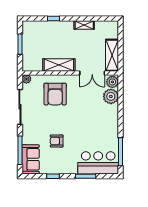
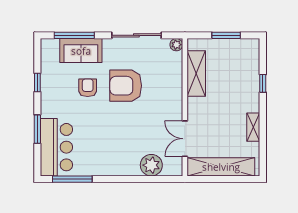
shelving: (112, 55) -> (221, 167), width x1.47
shelving: (59, 65) -> (196, 74), moved
plant: (112, 82) -> (172, 167), removed
armchair: (55, 94) -> (126, 86), moved
sofa: (31, 159) -> (81, 51), moved

